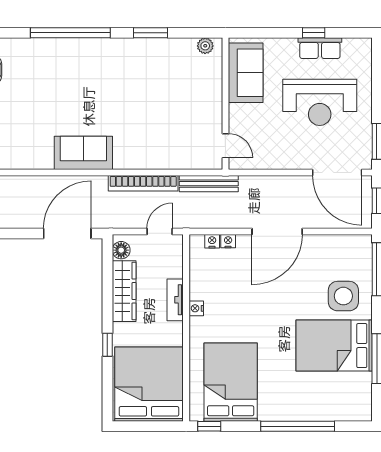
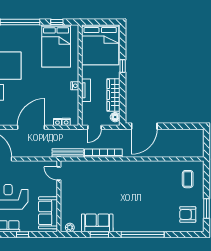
window: (314, 33) -> (23, 234), moved
sofa: (83, 153) -> (97, 223), moved, turned 180
window: (209, 426) -> (57, 22), moved

